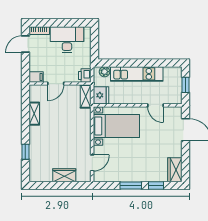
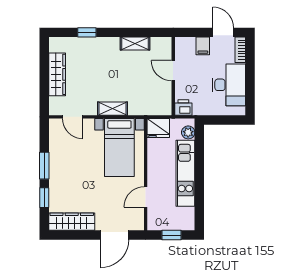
filing cabinet: (36, 77) -> (203, 46), moved
shelving: (86, 96) -> (113, 109), moved
wardrobe: (175, 170) -> (72, 222), width x1.50
wardrobe: (64, 175) -> (57, 74), width x1.50

